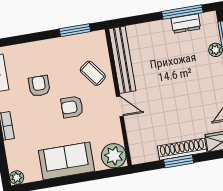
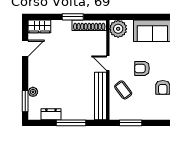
window: (182, 12) -> (71, 123), moved
armchair: (72, 107) -> (142, 68), turned 180
shoe rack: (182, 149) -> (89, 25), moved

